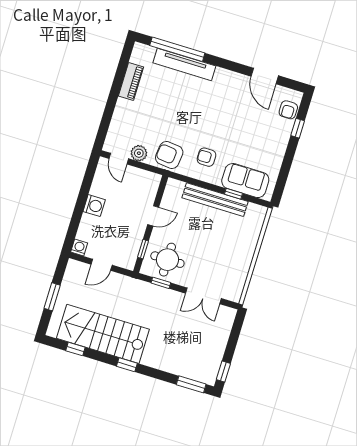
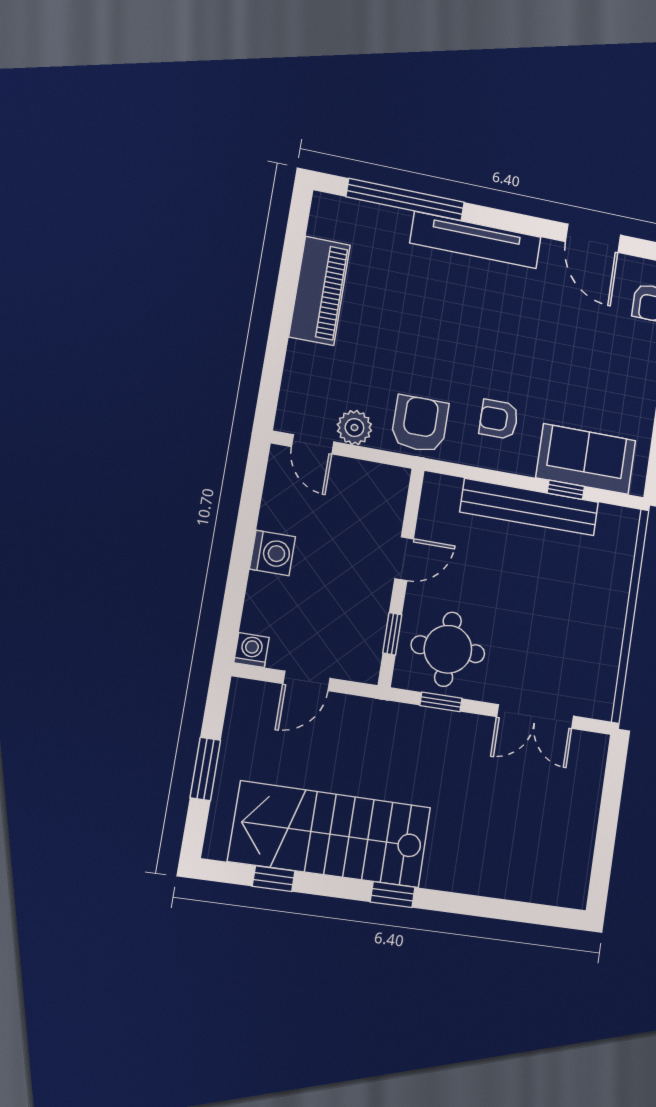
tv unit: (184, 64) -> (476, 240), moved
piano: (131, 81) -> (320, 291), width x1.37, depth x1.33
armchair: (169, 155) -> (420, 424), turned 84
window: (223, 372) -> (601, 874), removed
window: (191, 384) -> (537, 914), removed

